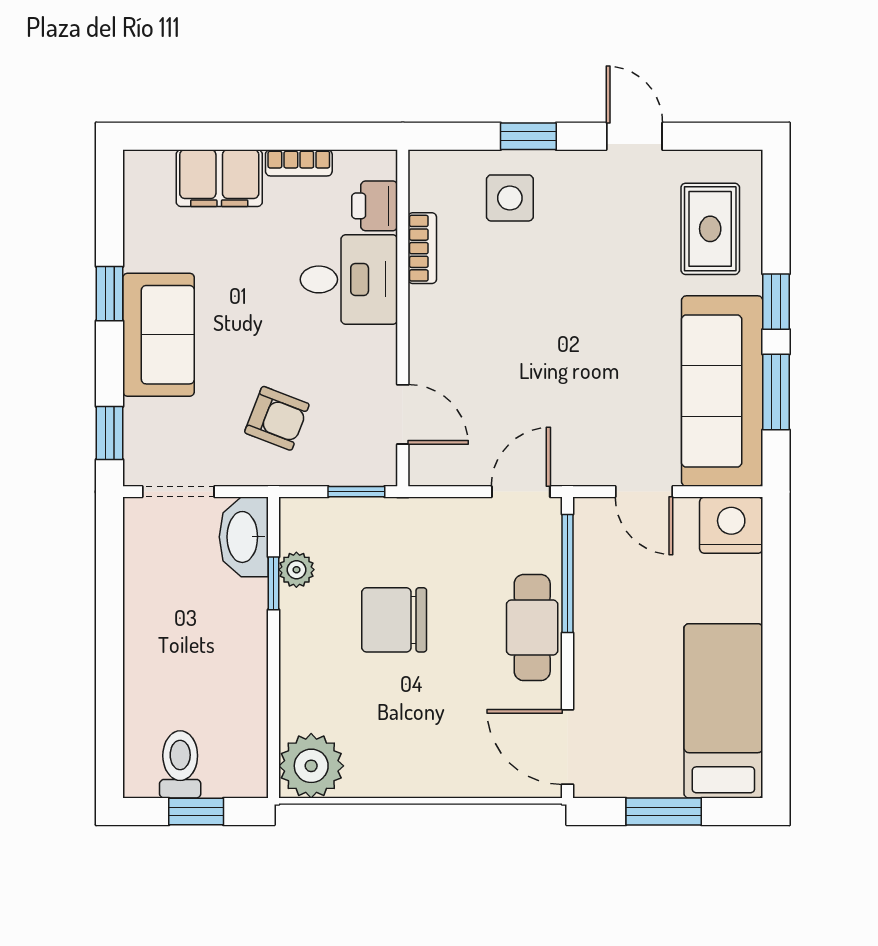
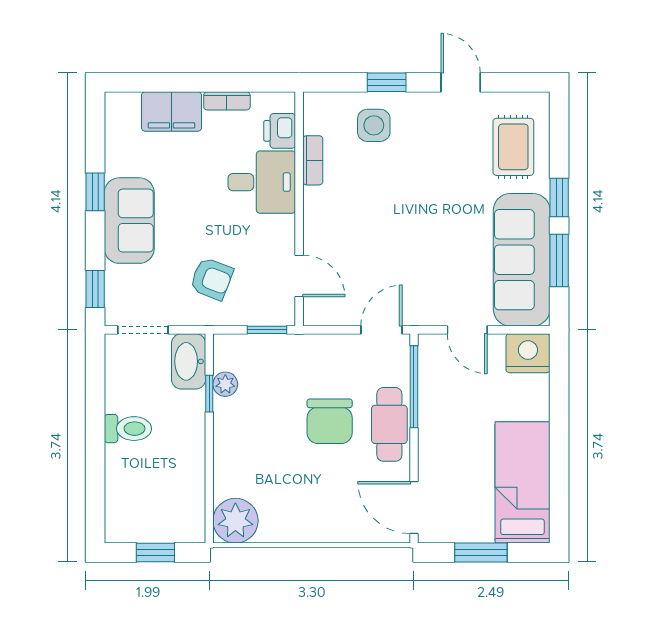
chair: (394, 620) -> (330, 421), moved, turned -90
toilet: (180, 764) -> (128, 429), moved, turned 90

